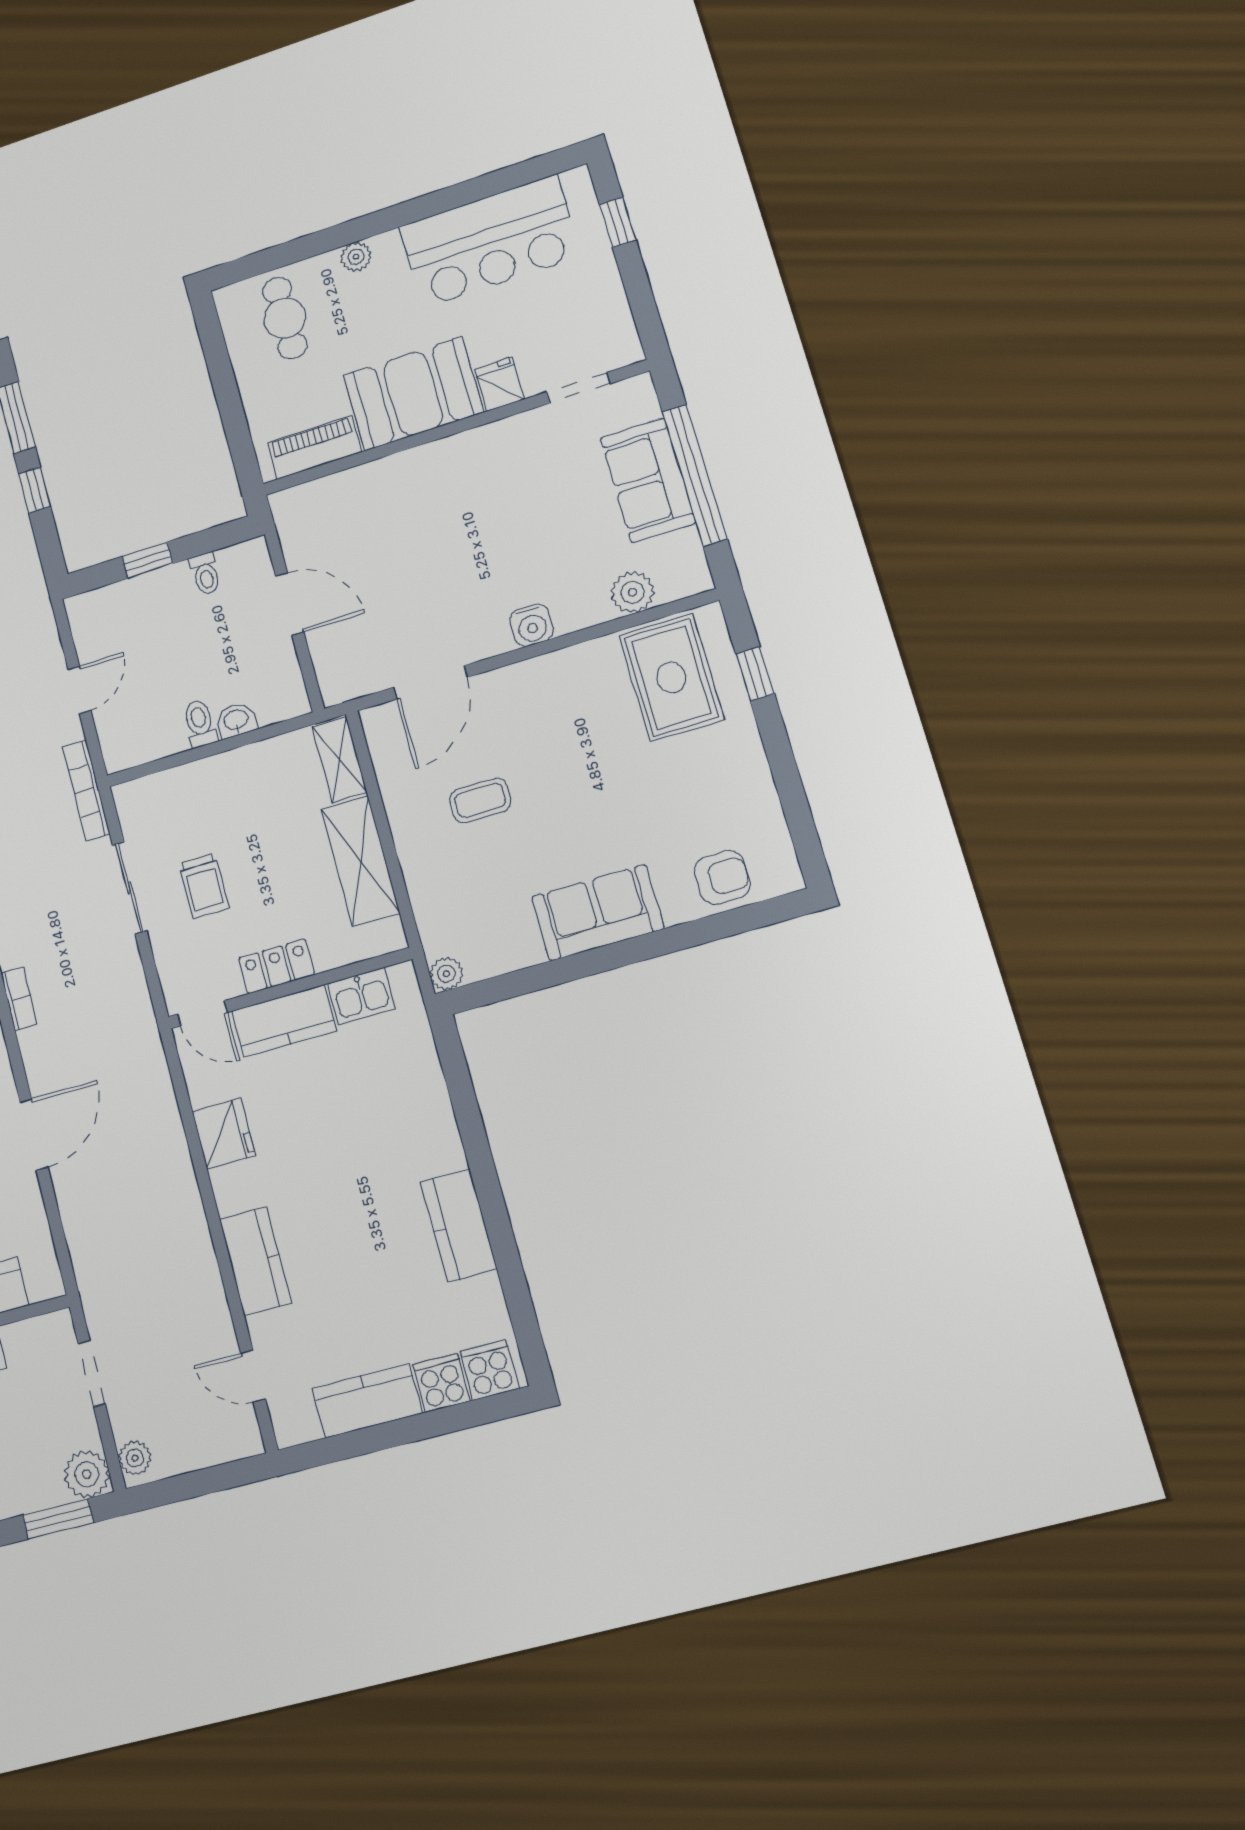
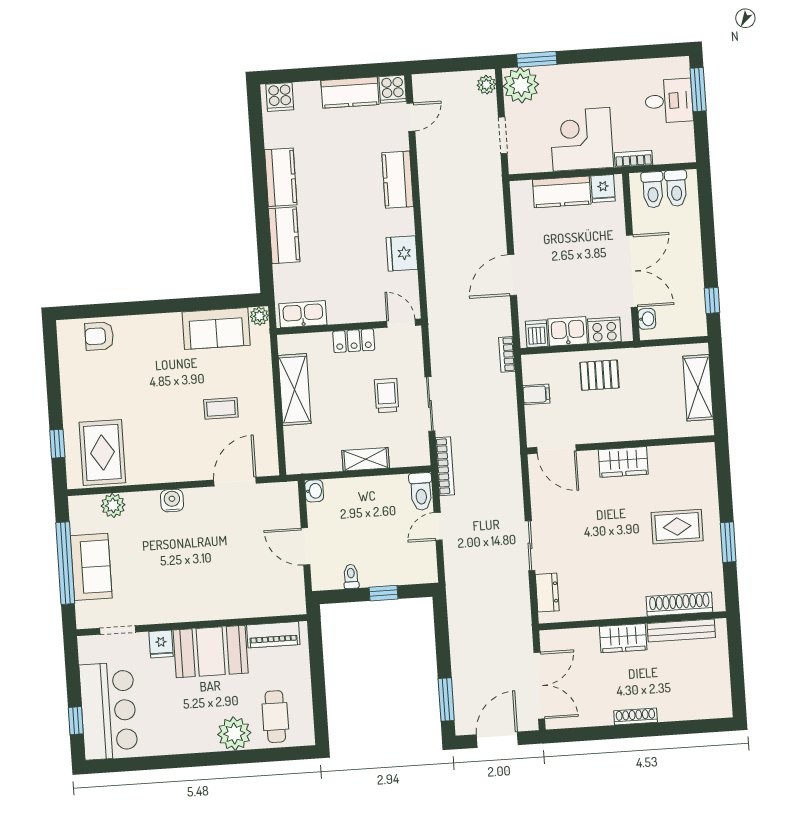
bar counter: (490, 242) -> (108, 711), moved, turned 90
plant: (356, 257) -> (234, 734), width x1.88, depth x1.88
window: (35, 490) -> (443, 652), removed
washbasin: (236, 720) -> (314, 491), moved, turned -90
toilet: (200, 723) -> (421, 491), moved, width x1.37, depth x1.39
shelving: (340, 760) -> (366, 459), moved, turned 90
sofa: (597, 913) -> (216, 329), moved
kitchen sink: (361, 996) -> (303, 314), width x1.38
kitchen counter: (284, 1021) -> (284, 235), moved, turned 90
door: (253, 1376) -> (411, 117), hinge flipped
cooker: (441, 1383) -> (393, 89), moved
plant: (87, 1474) -> (521, 85), width x1.36, depth x1.36

